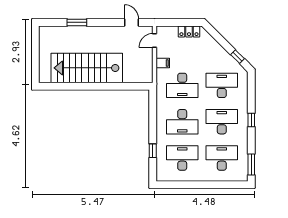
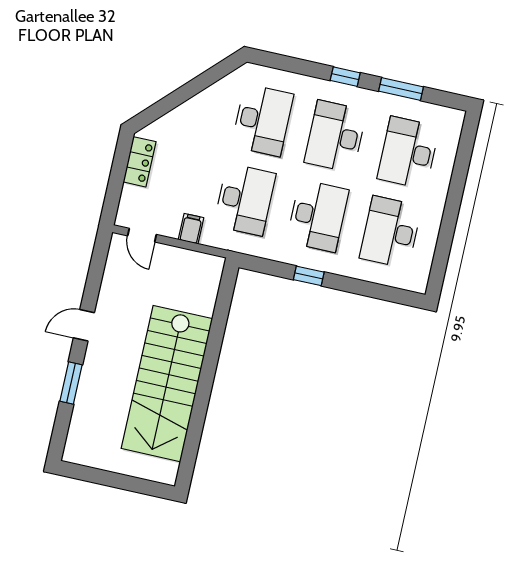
door: (132, 22) -> (84, 325), moved
window: (237, 57) -> (212, 76), removed
desk: (222, 85) -> (262, 120), turned 180
window: (153, 151) -> (309, 276), moved
window: (251, 165) -> (401, 89), moved

